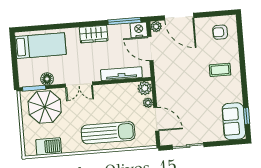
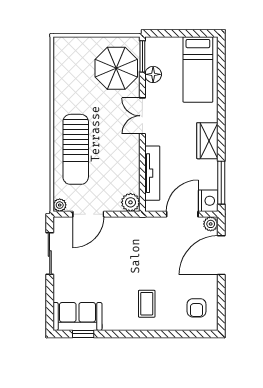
armchair: (220, 32) -> (197, 308), turned 180
plant: (148, 103) -> (60, 205), moved
barbecue: (49, 147) -> (64, 69), removed

